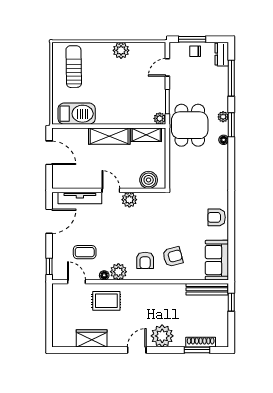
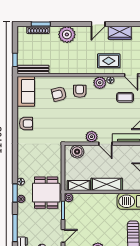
door: (137, 350) -> (98, 24), moved

